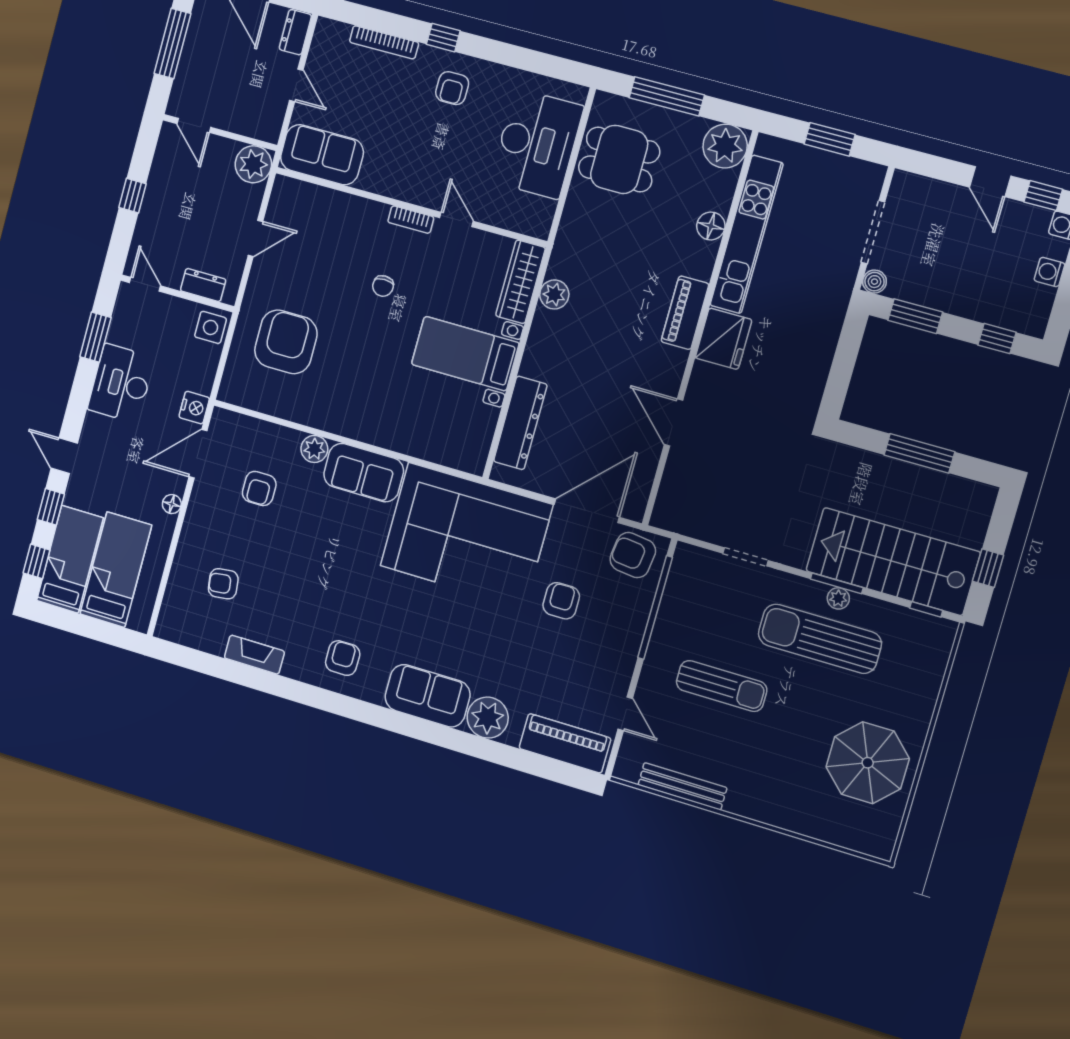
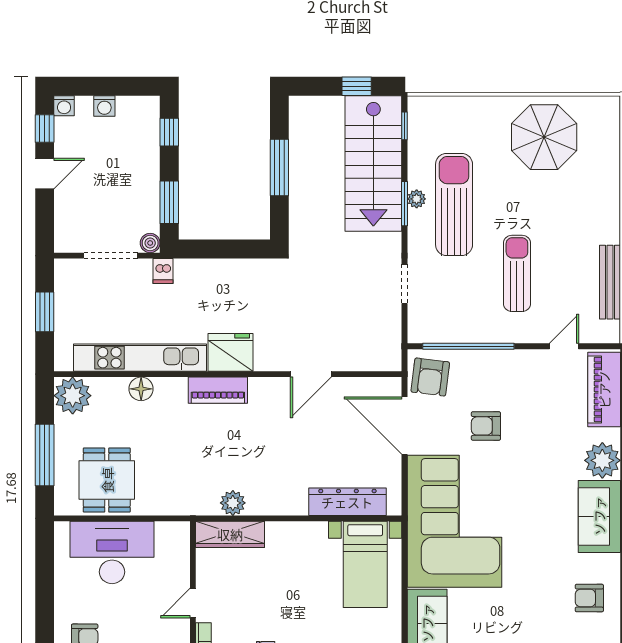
dishwasher: (838, 288) -> (163, 271), added
bed with nightstands: (465, 354) -> (365, 564), moved
sun lounger: (820, 639) -> (454, 204), turned 180

